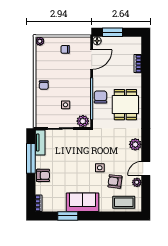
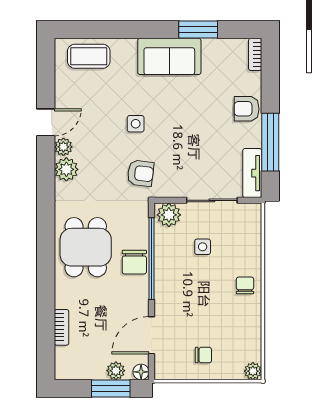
plant: (110, 41) -> (116, 371), added
armchair: (115, 181) -> (140, 173), moved
plant: (137, 182) -> (63, 147), moved

